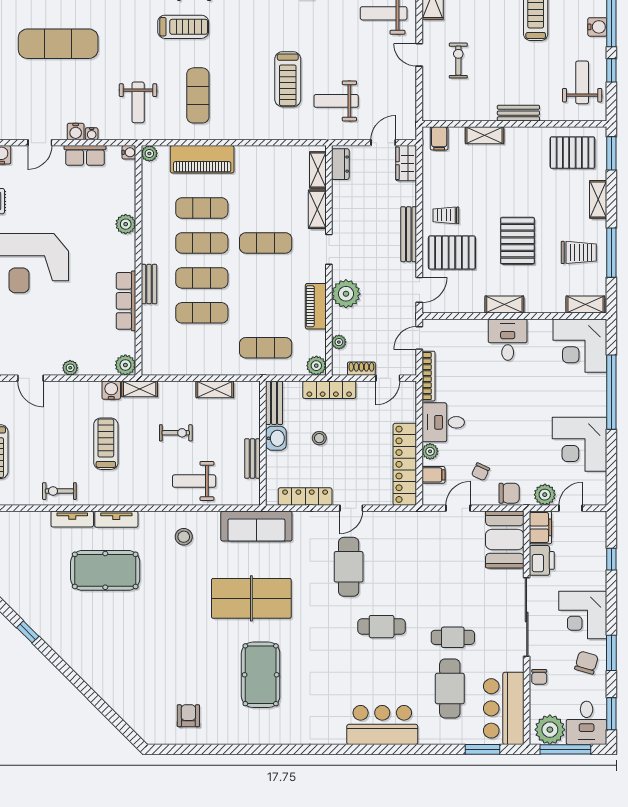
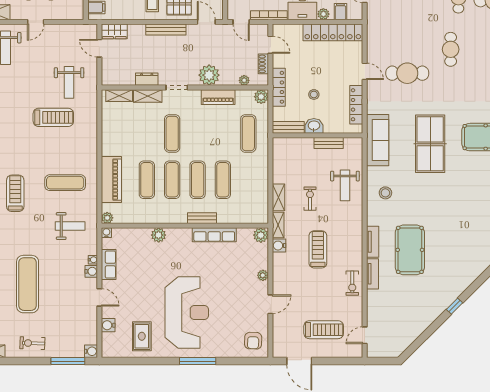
dresser: (340, 164) -> (147, 79), moved
shelving: (215, 389) -> (278, 197), moved
treadmill: (106, 444) -> (318, 249), turned 90

